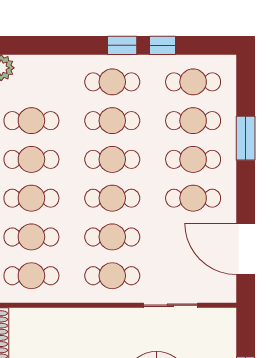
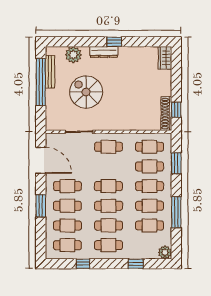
window: (122, 45) -> (136, 264), moved
window: (246, 138) -> (41, 206), moved
cafe table: (112, 237) -> (108, 166), removed

